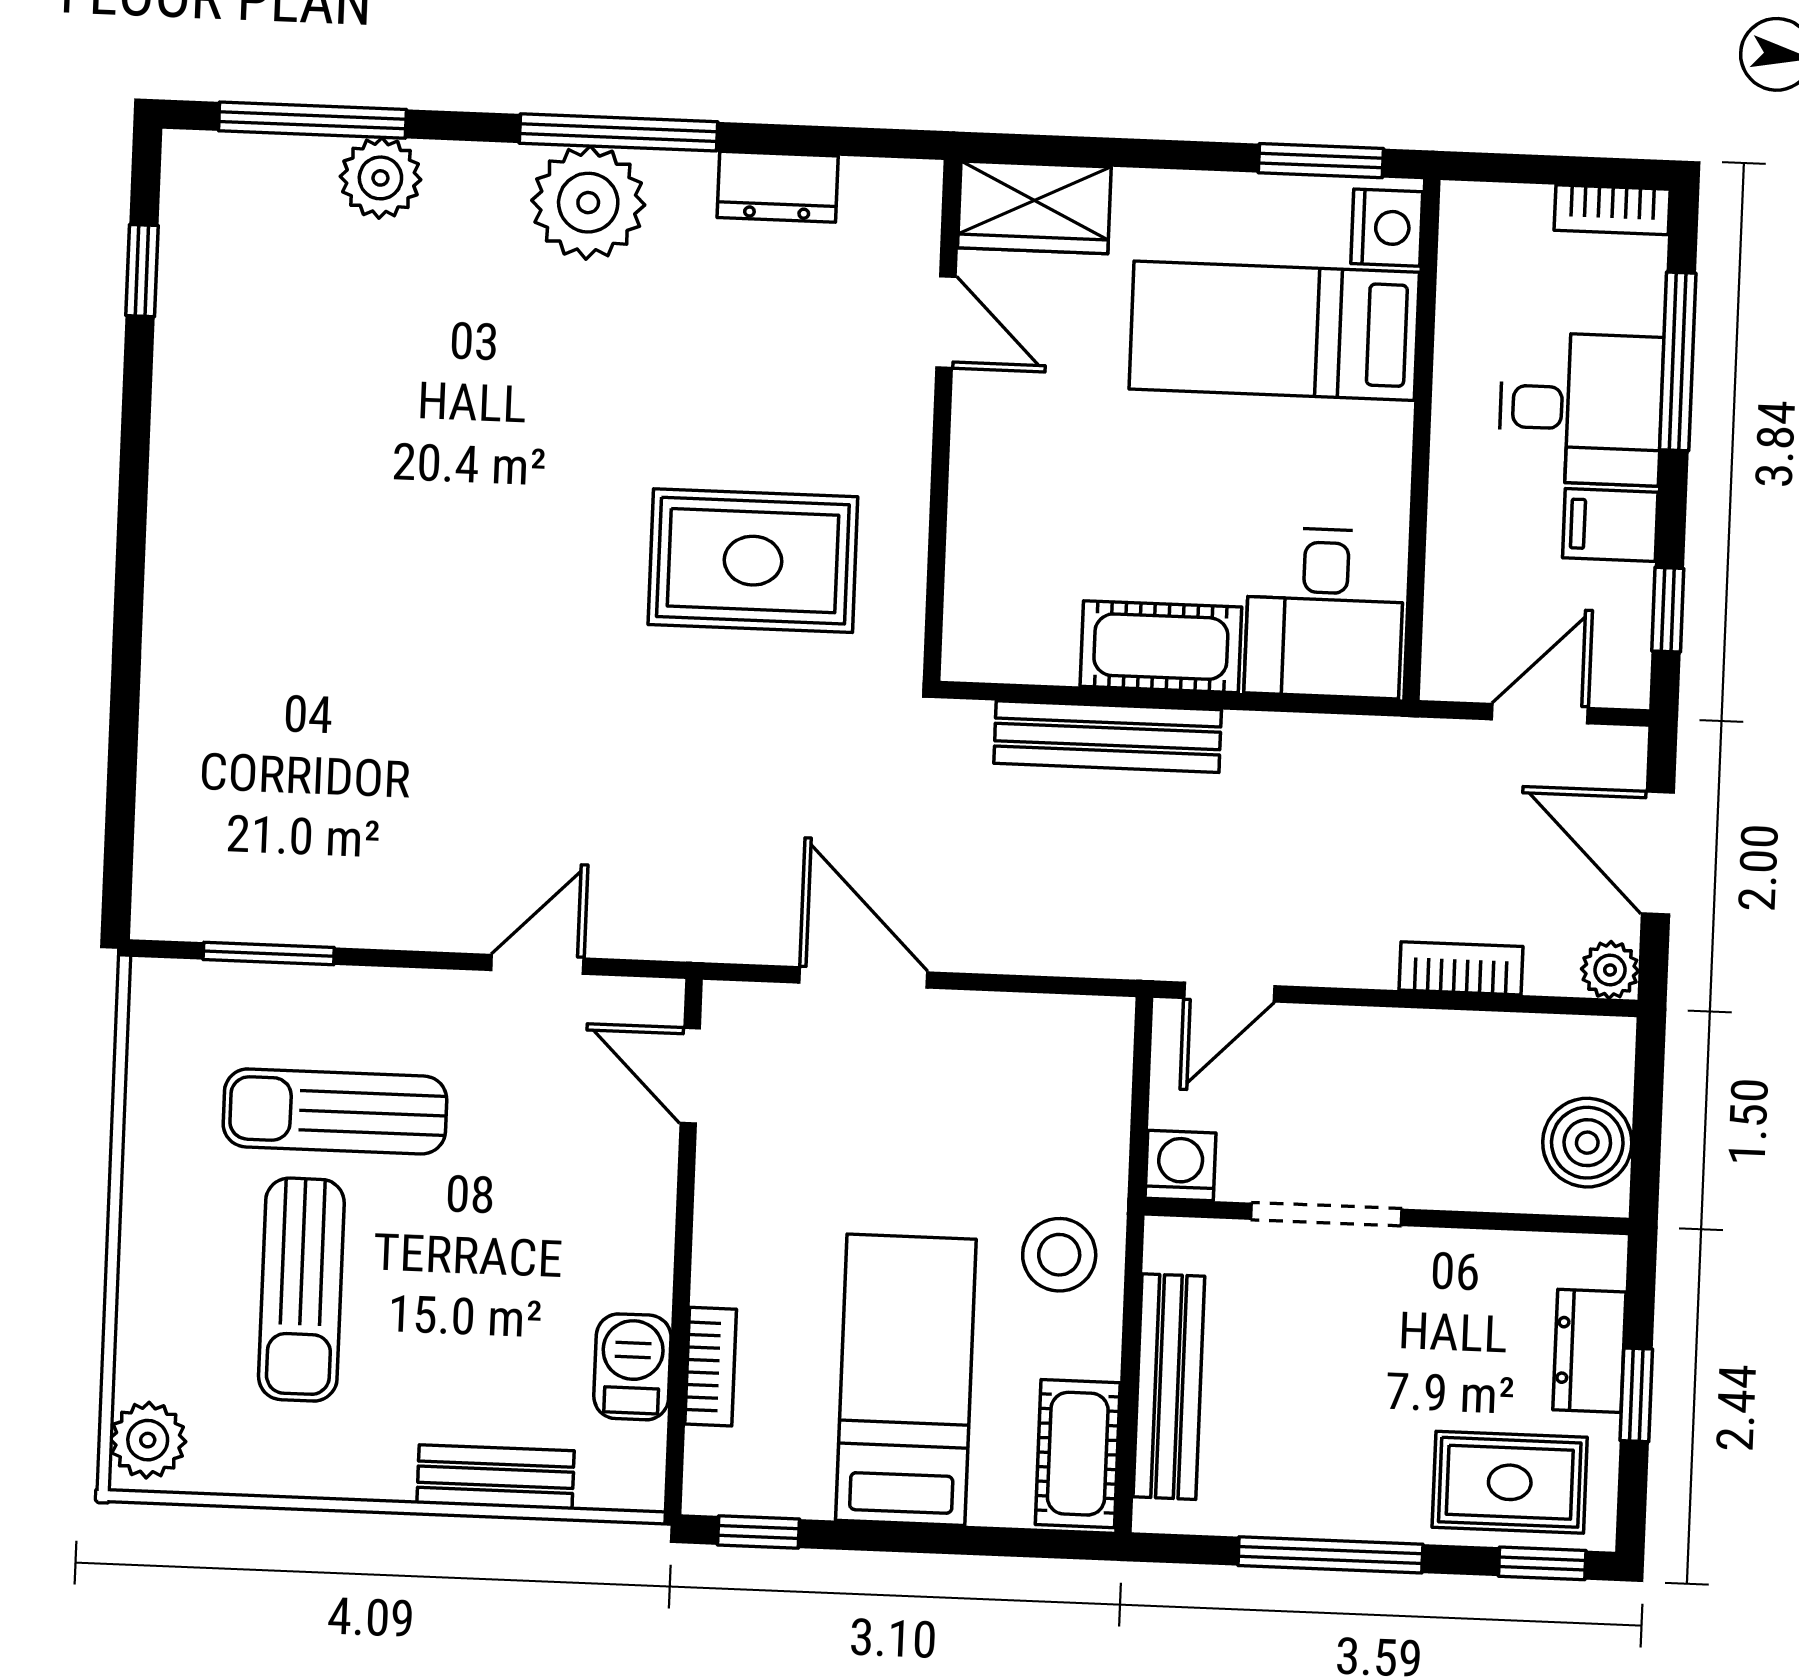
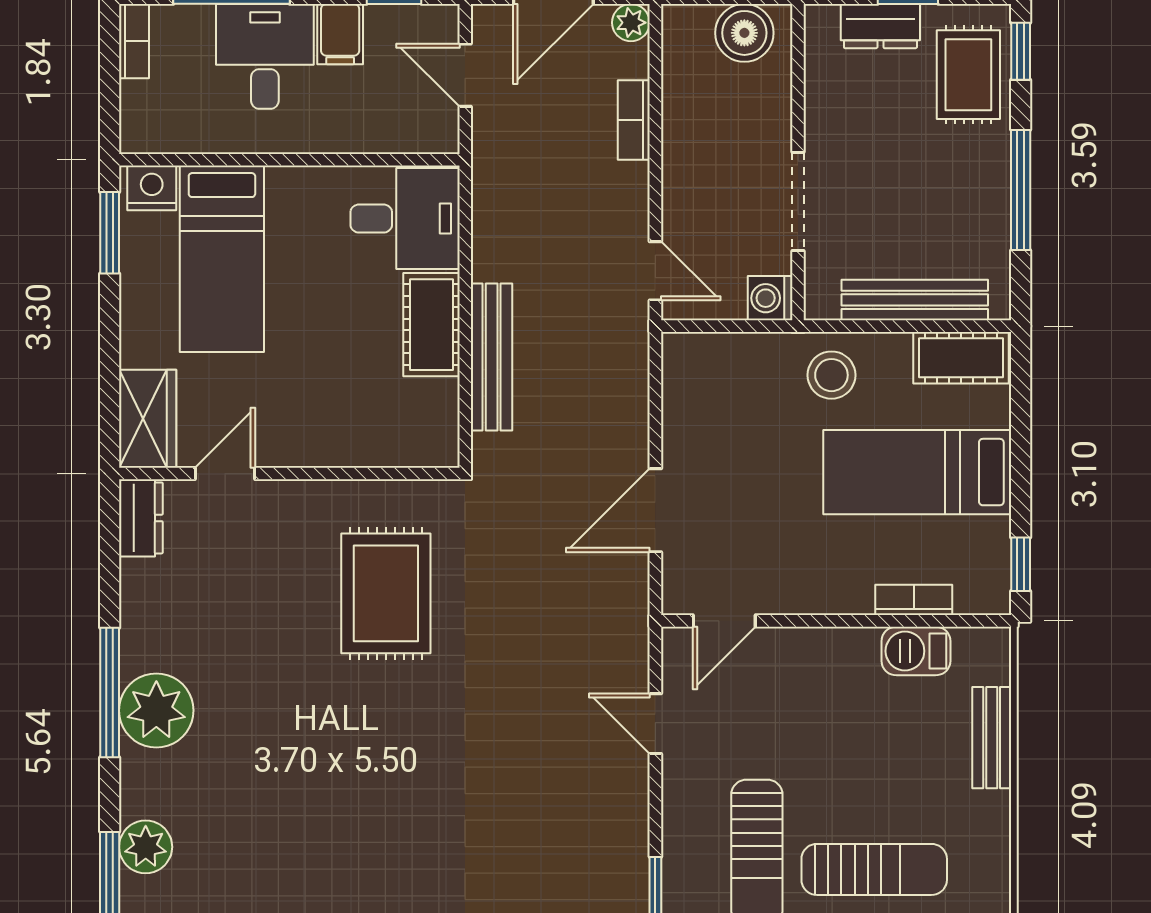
dresser: (778, 187) -> (141, 518), moved

